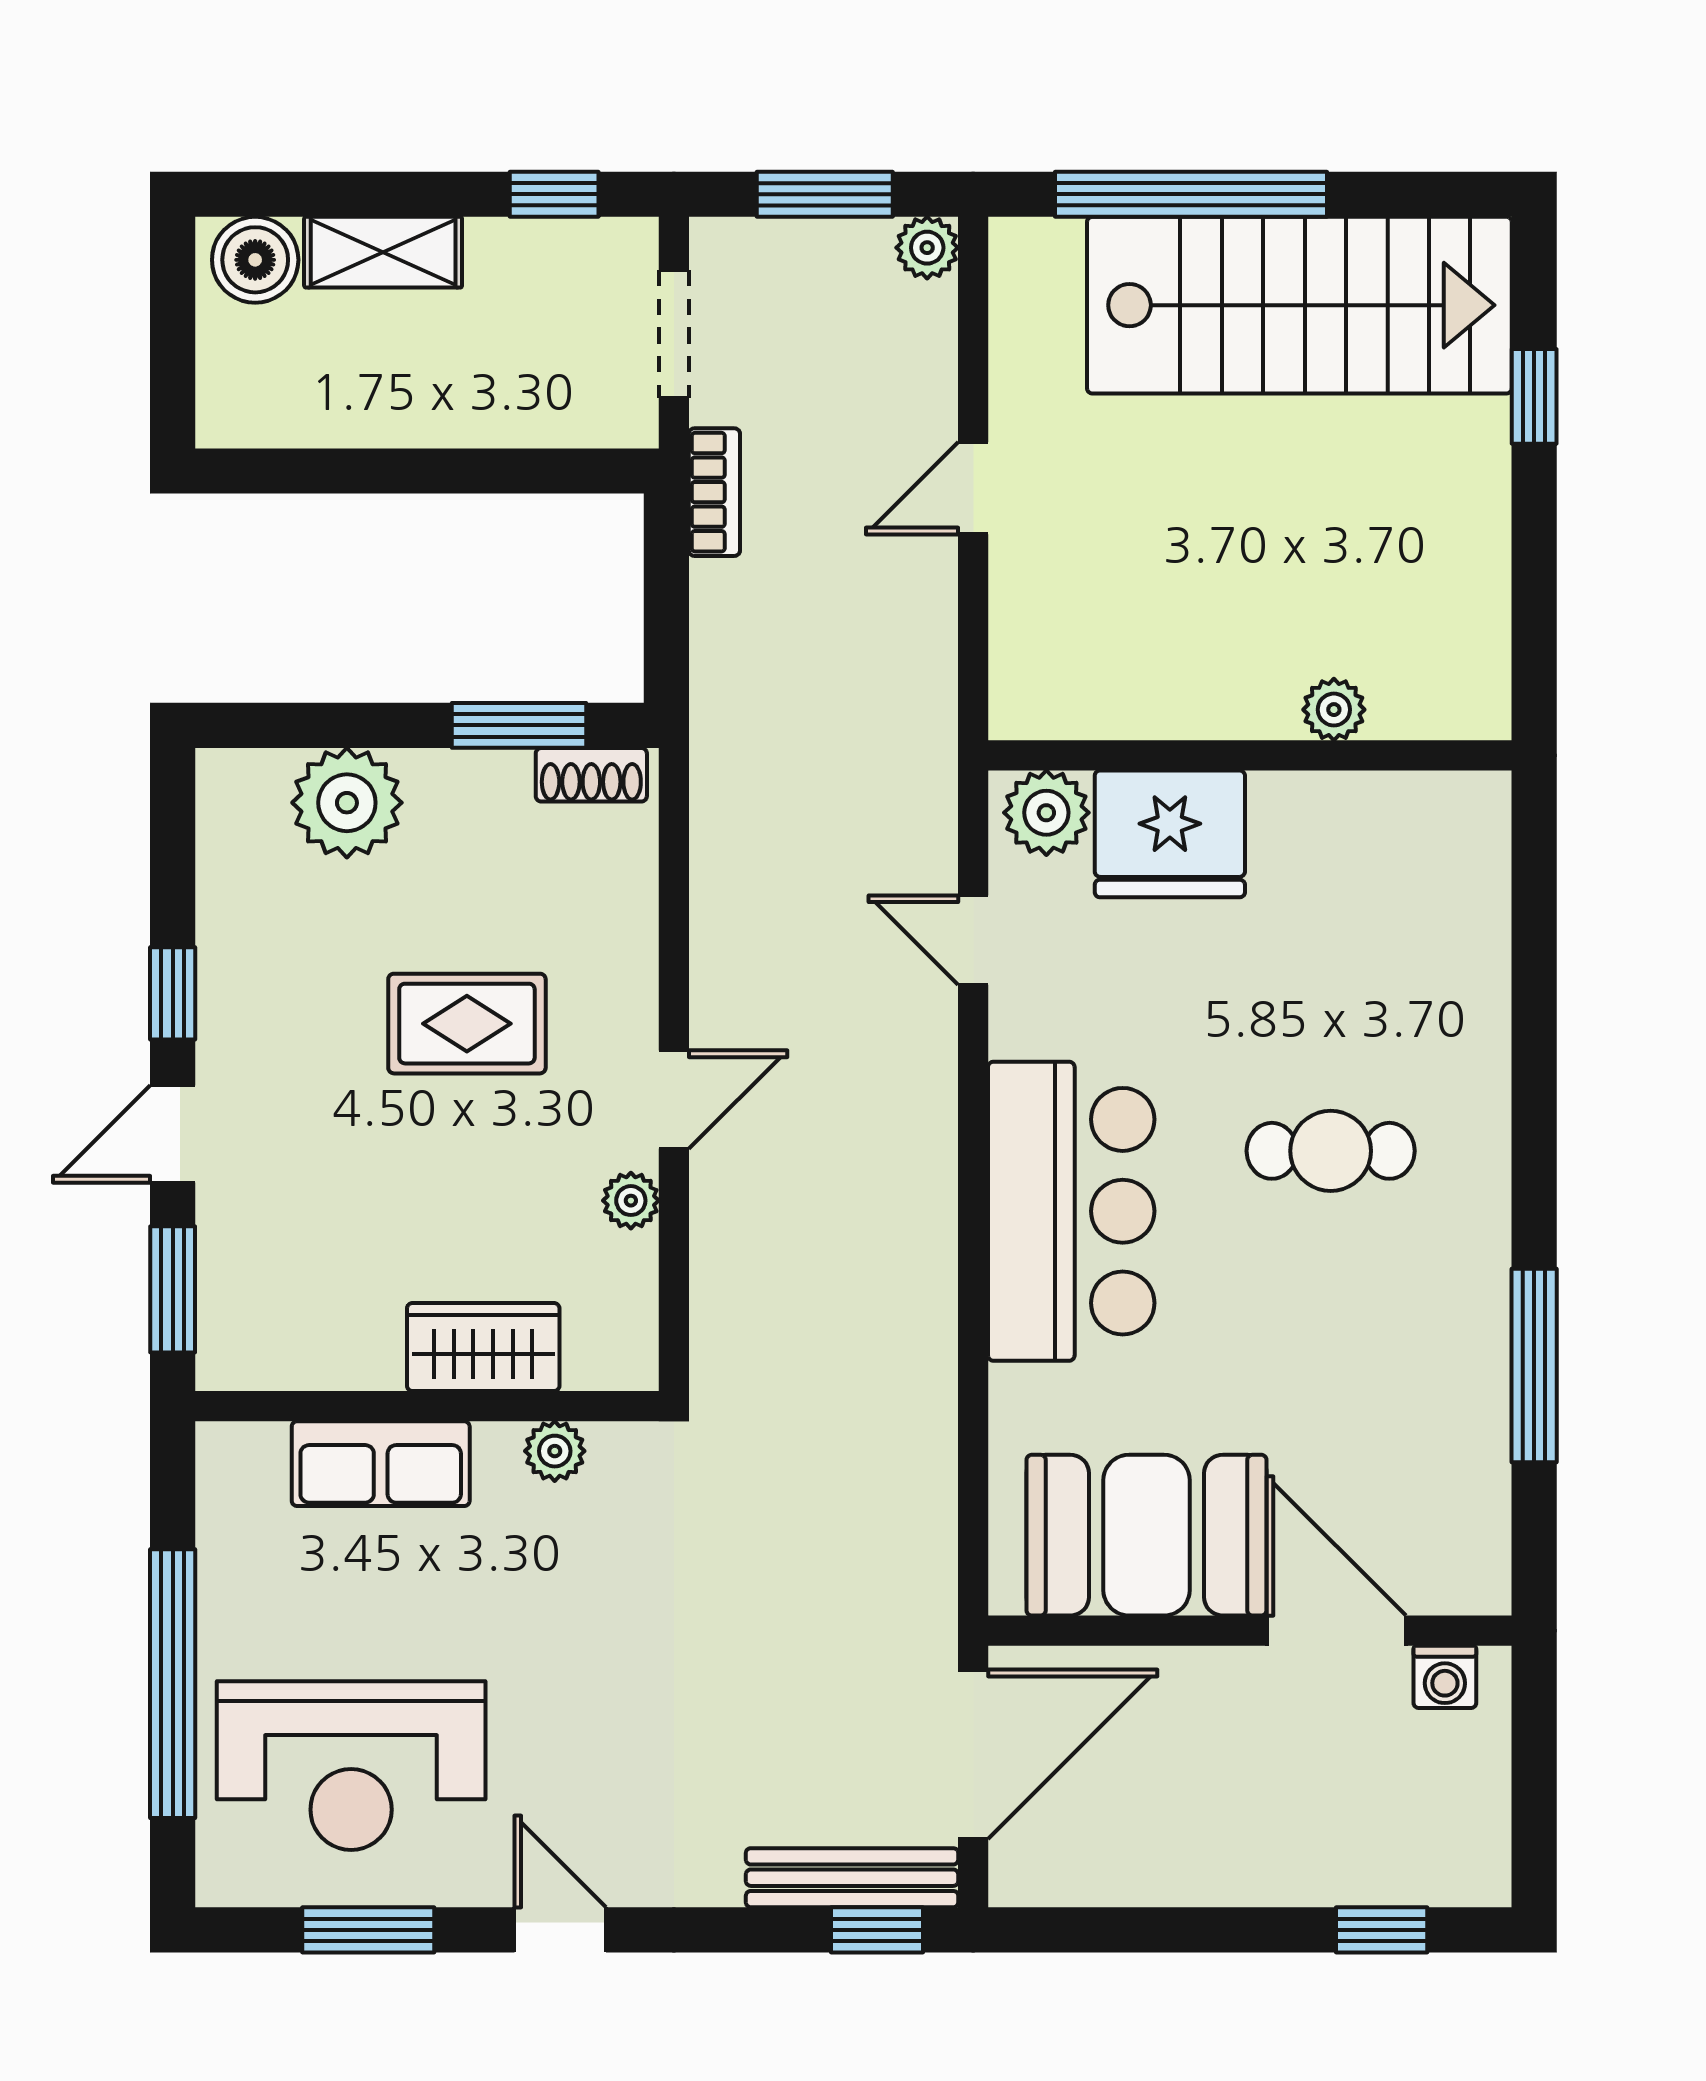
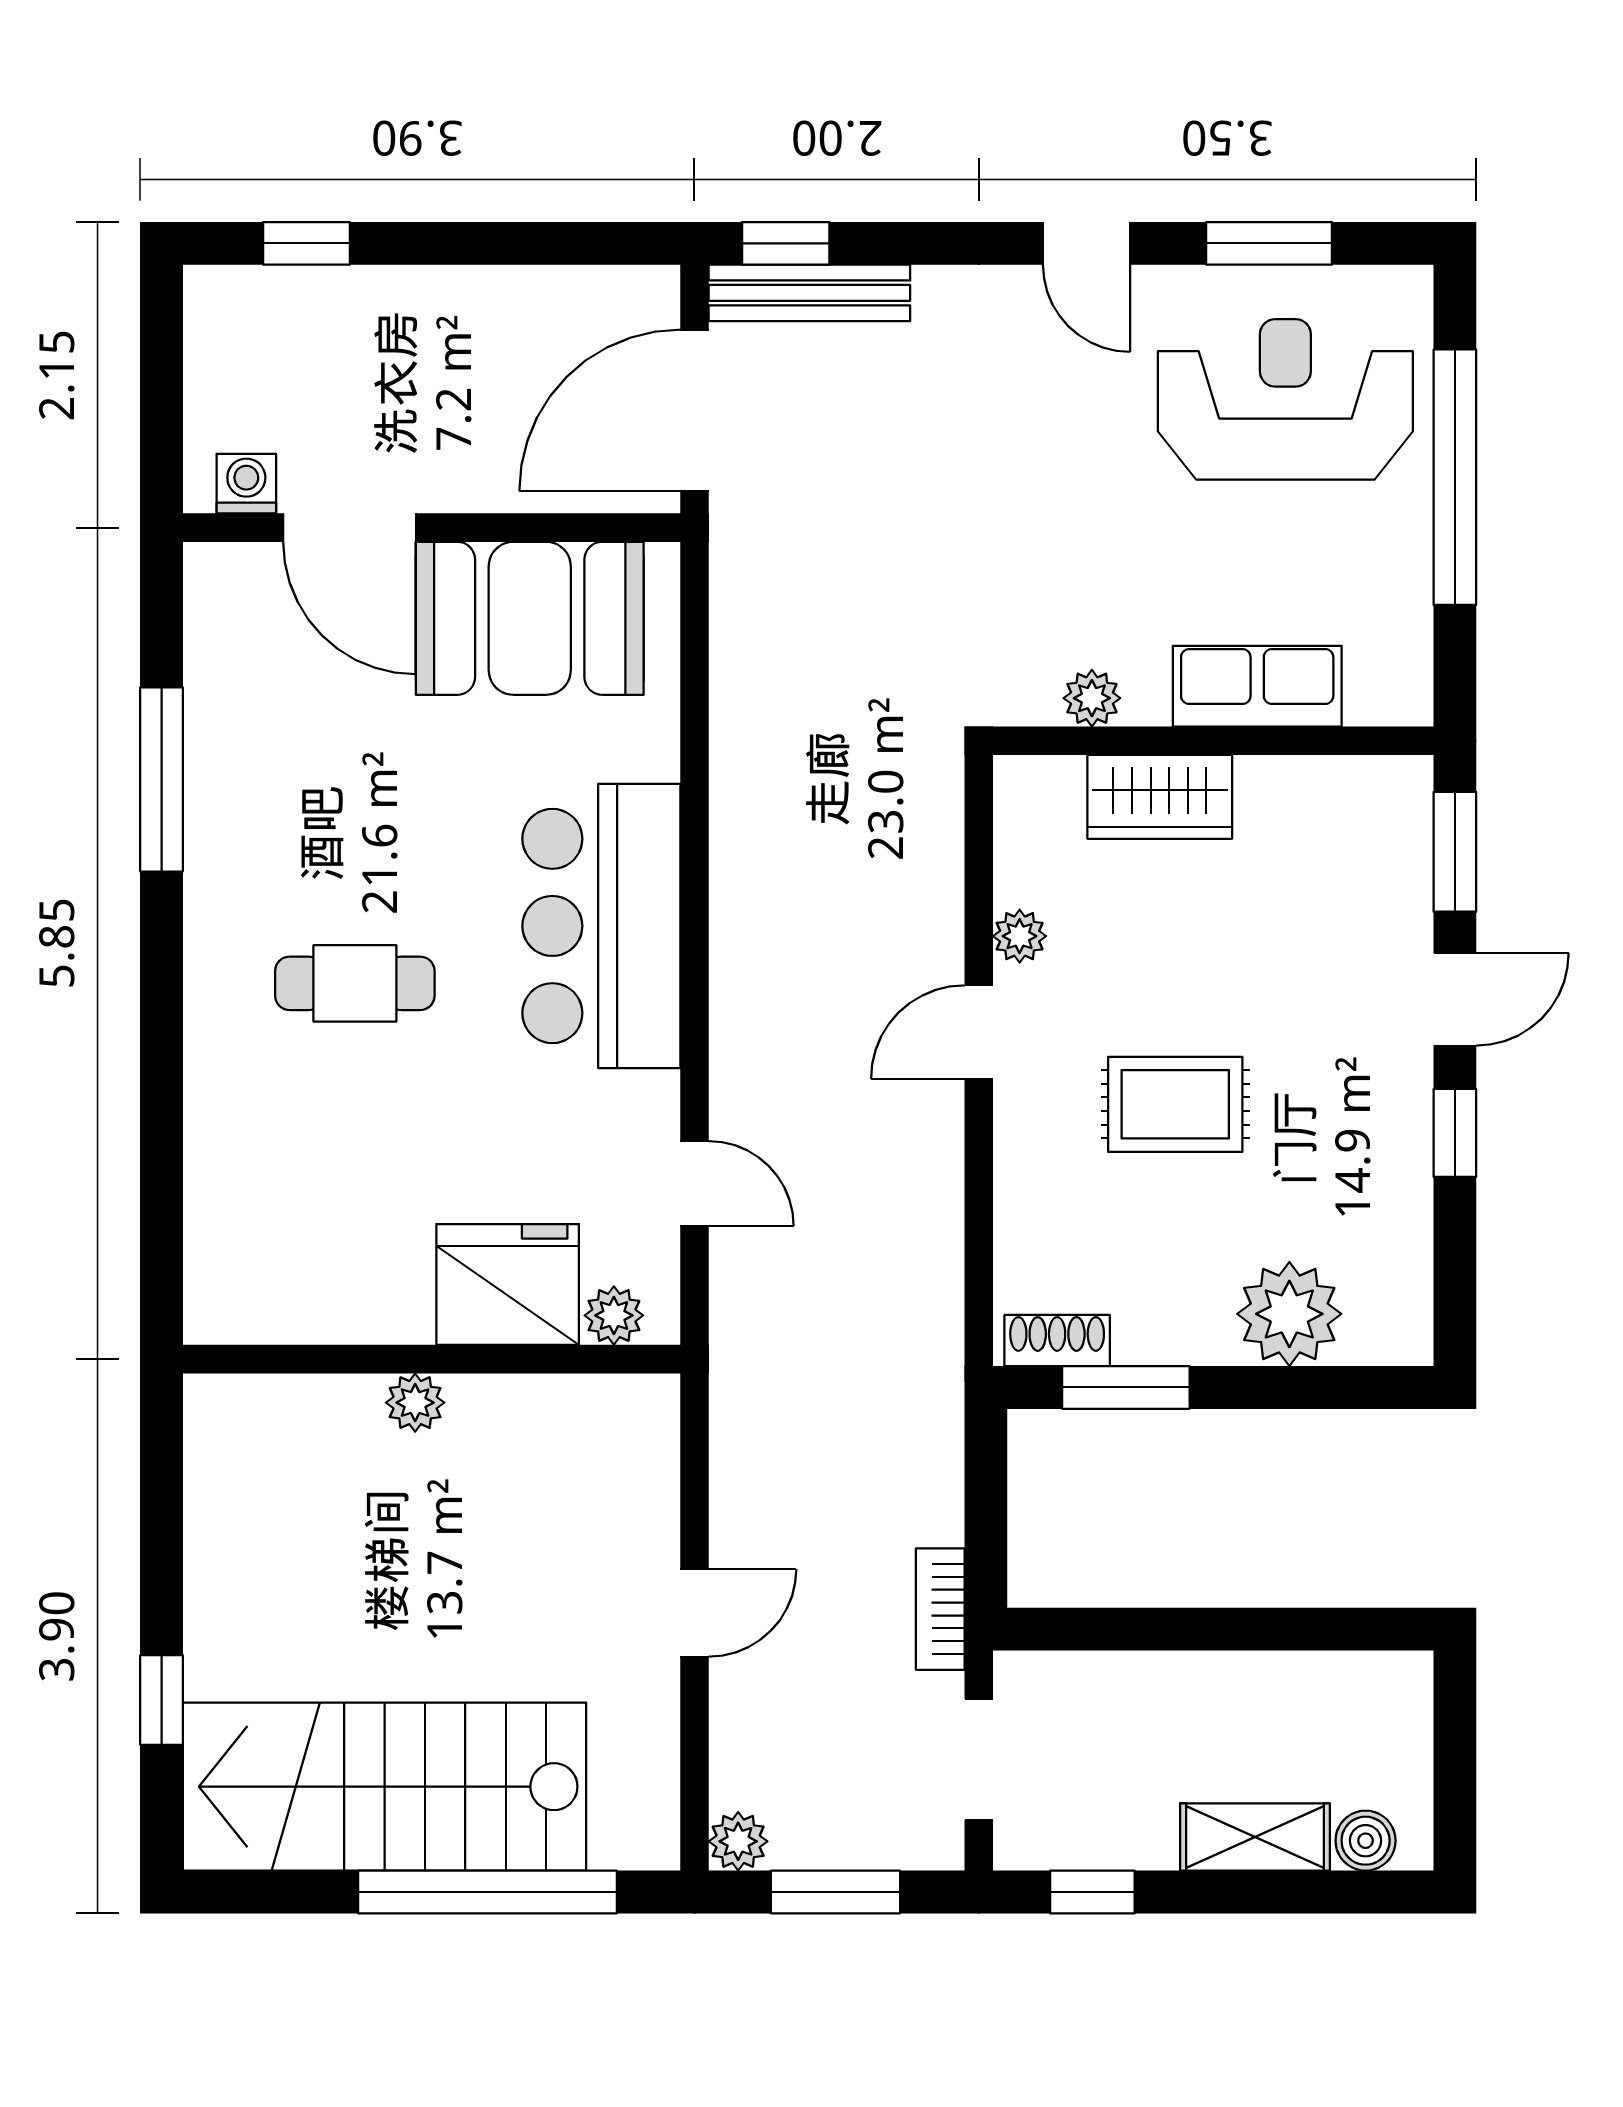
boiler: (255, 260) -> (1366, 1841), width x0.73, depth x0.73
plant: (1334, 710) -> (415, 1403), moved
plant: (1046, 813) -> (614, 1315), width x0.73, depth x0.73

